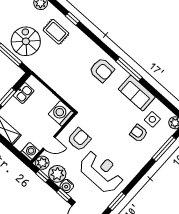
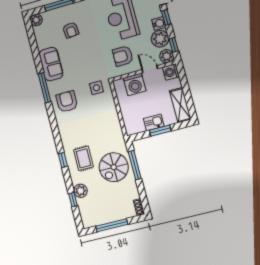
kitchen sink: (24, 93) -> (154, 122), moved
washing machine: (61, 113) -> (135, 84), moved
side table: (152, 119) -> (96, 88), moved

